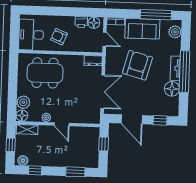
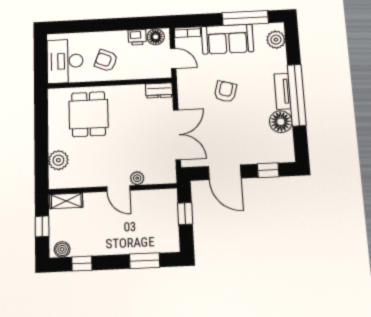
armchair: (137, 65) -> (225, 92), width x0.53, depth x0.53
dining table: (45, 73) -> (89, 114), width x0.73
floor lamp: (22, 115) -> (57, 180), removed
plant: (46, 118) -> (137, 178), moved

